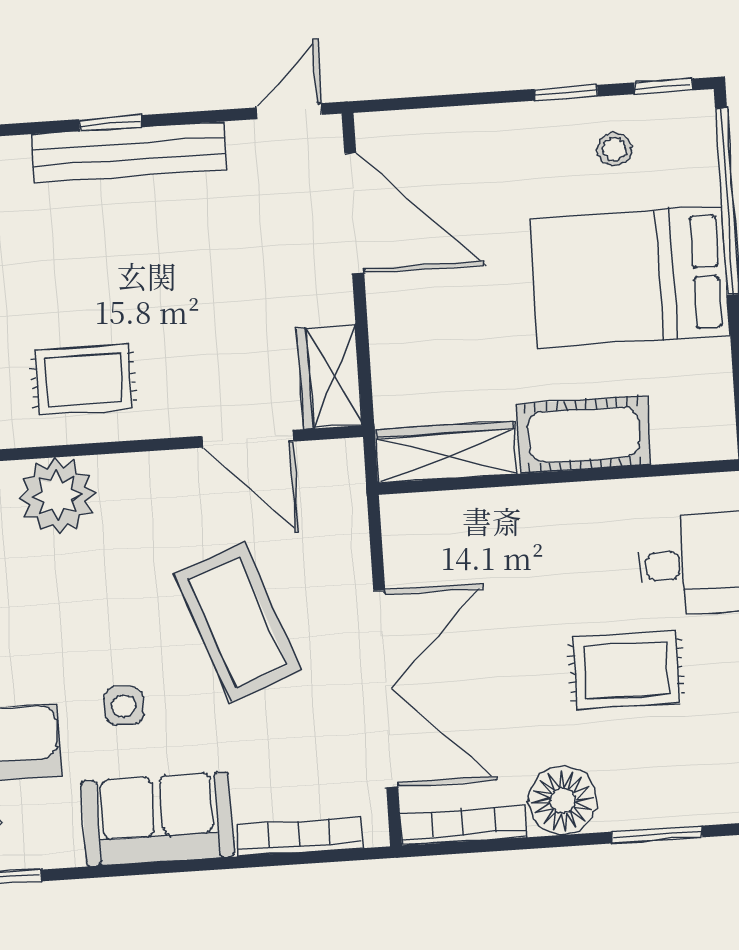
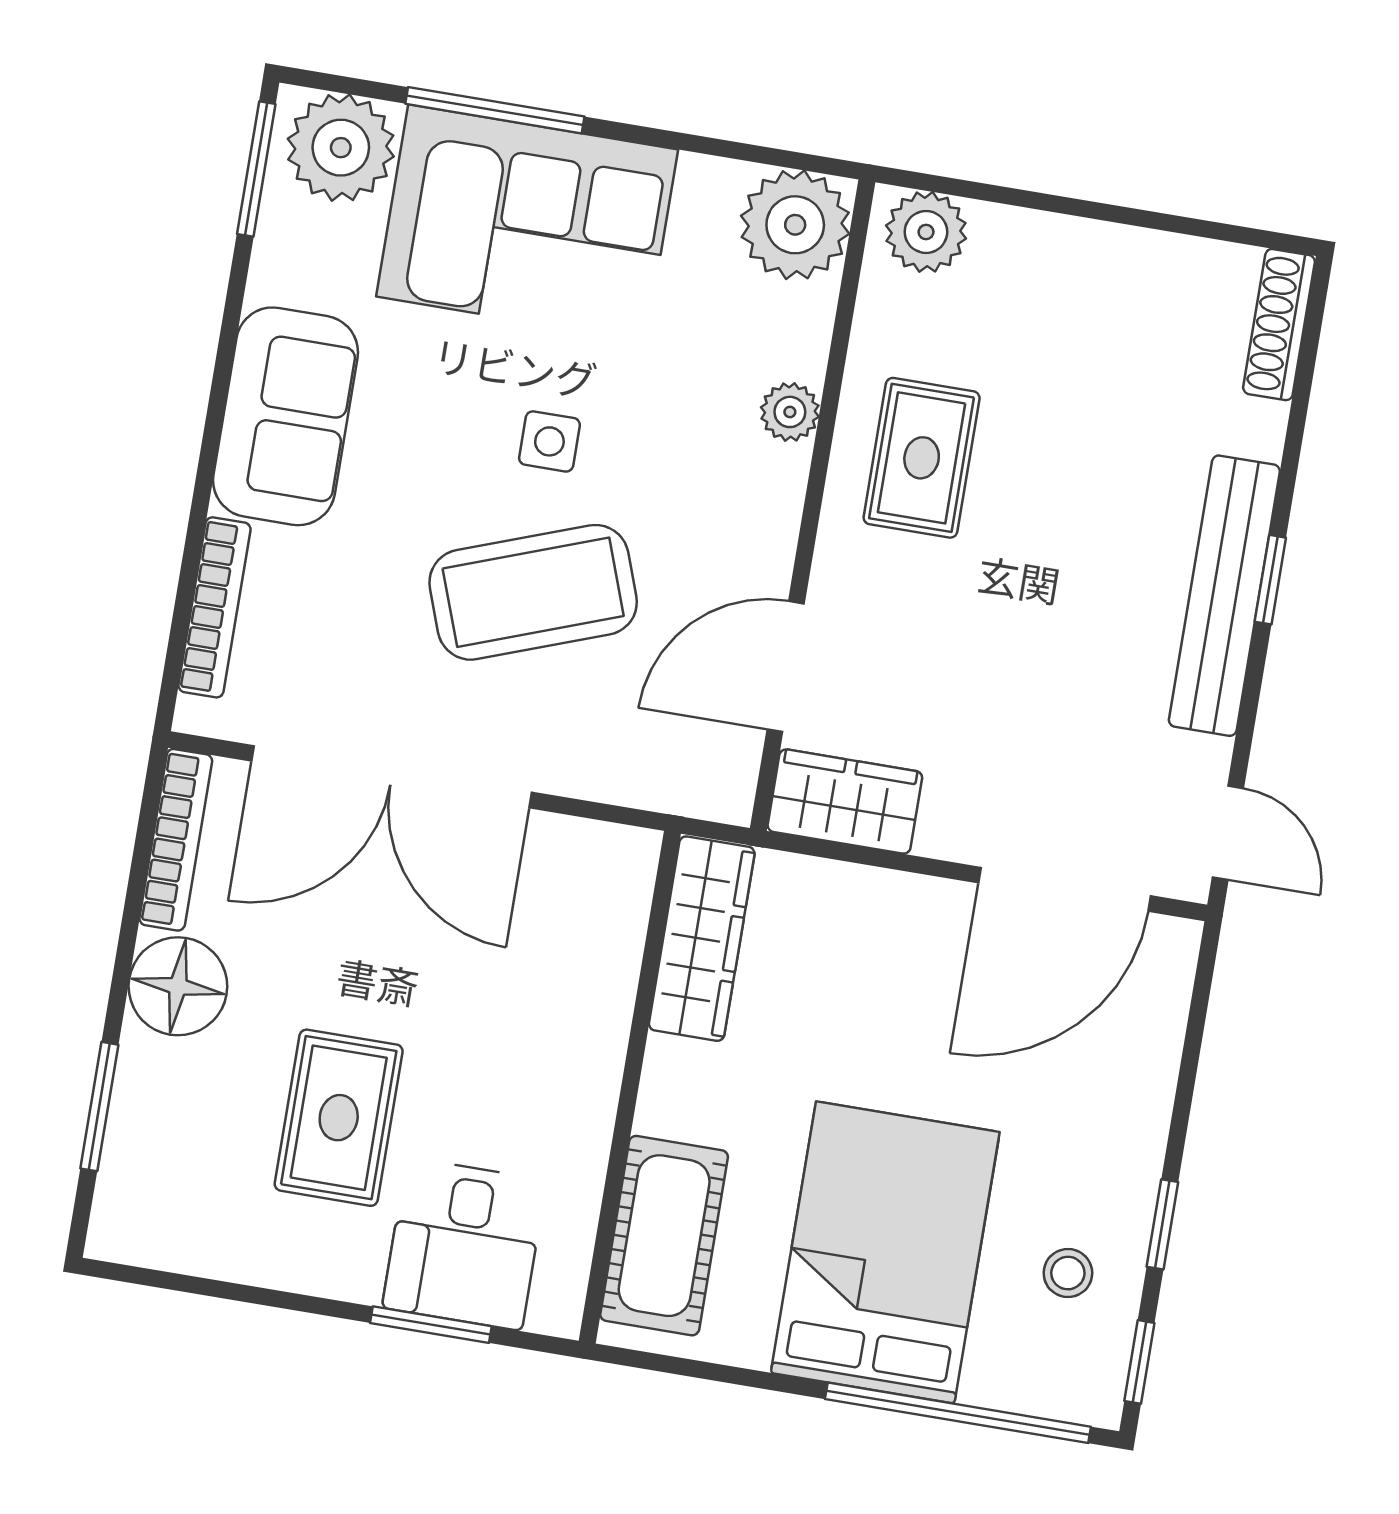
cot: (583, 435) -> (664, 1236), moved
plant: (57, 496) -> (790, 412), width x0.53, depth x0.53
side table: (124, 706) -> (549, 441), moved

